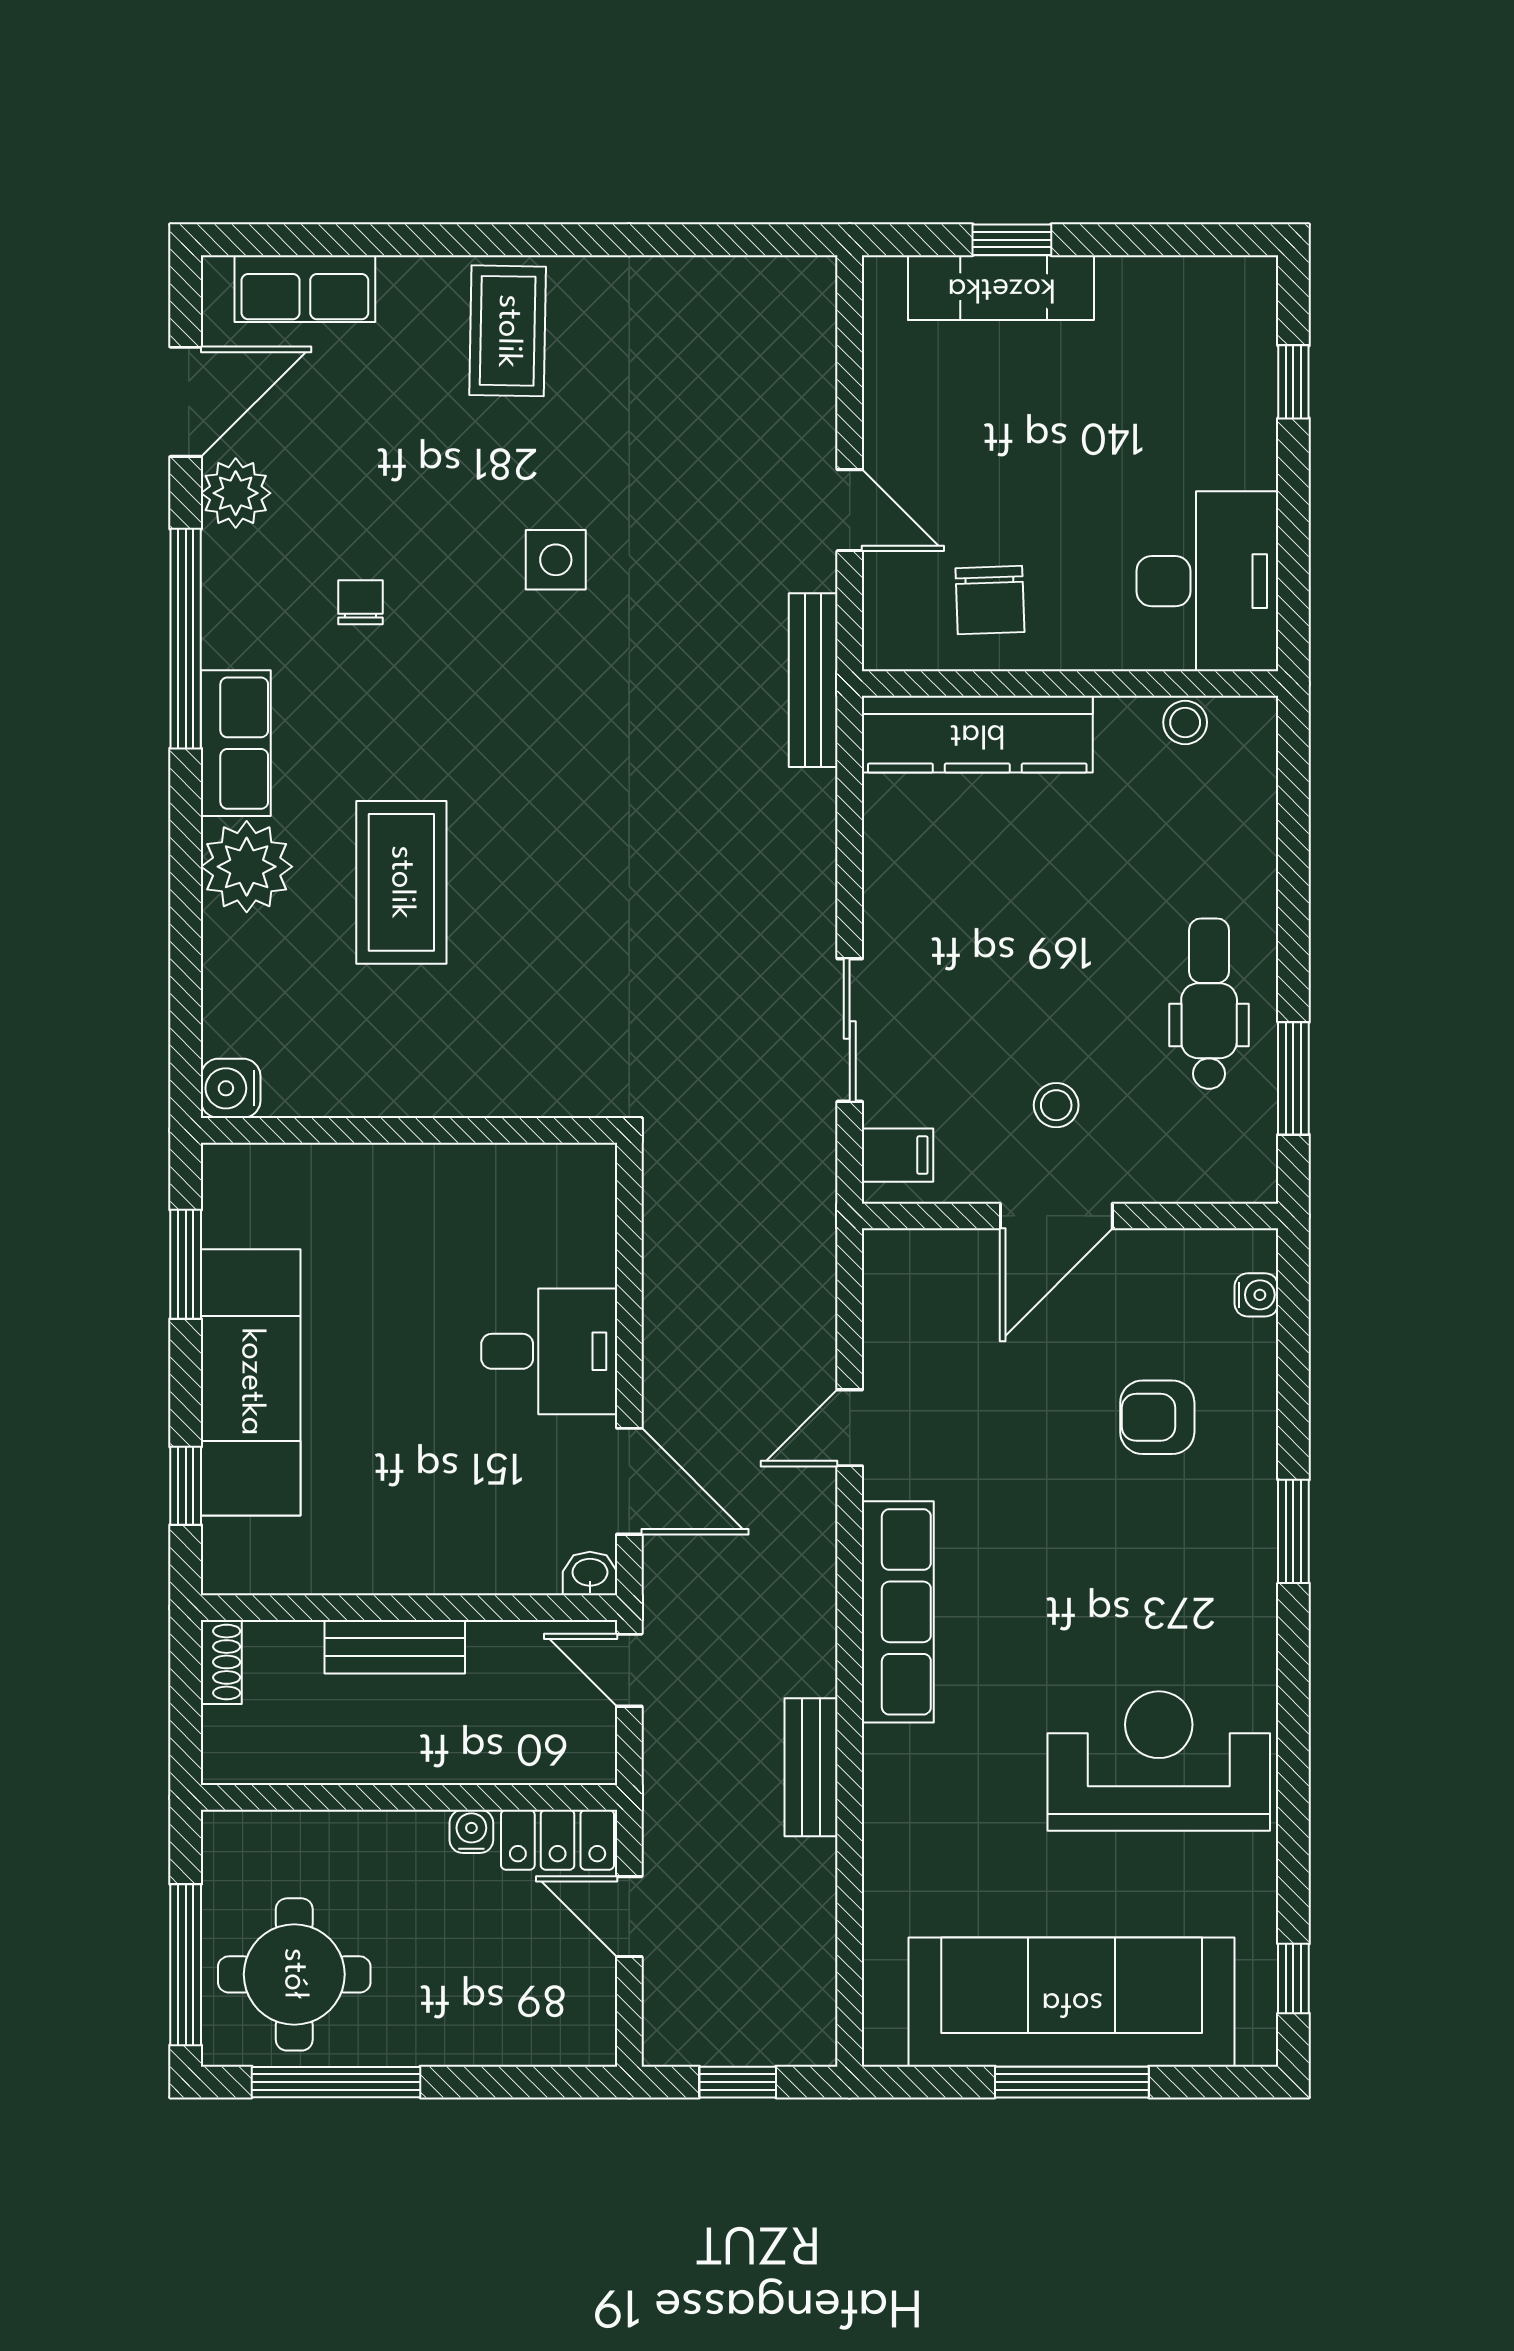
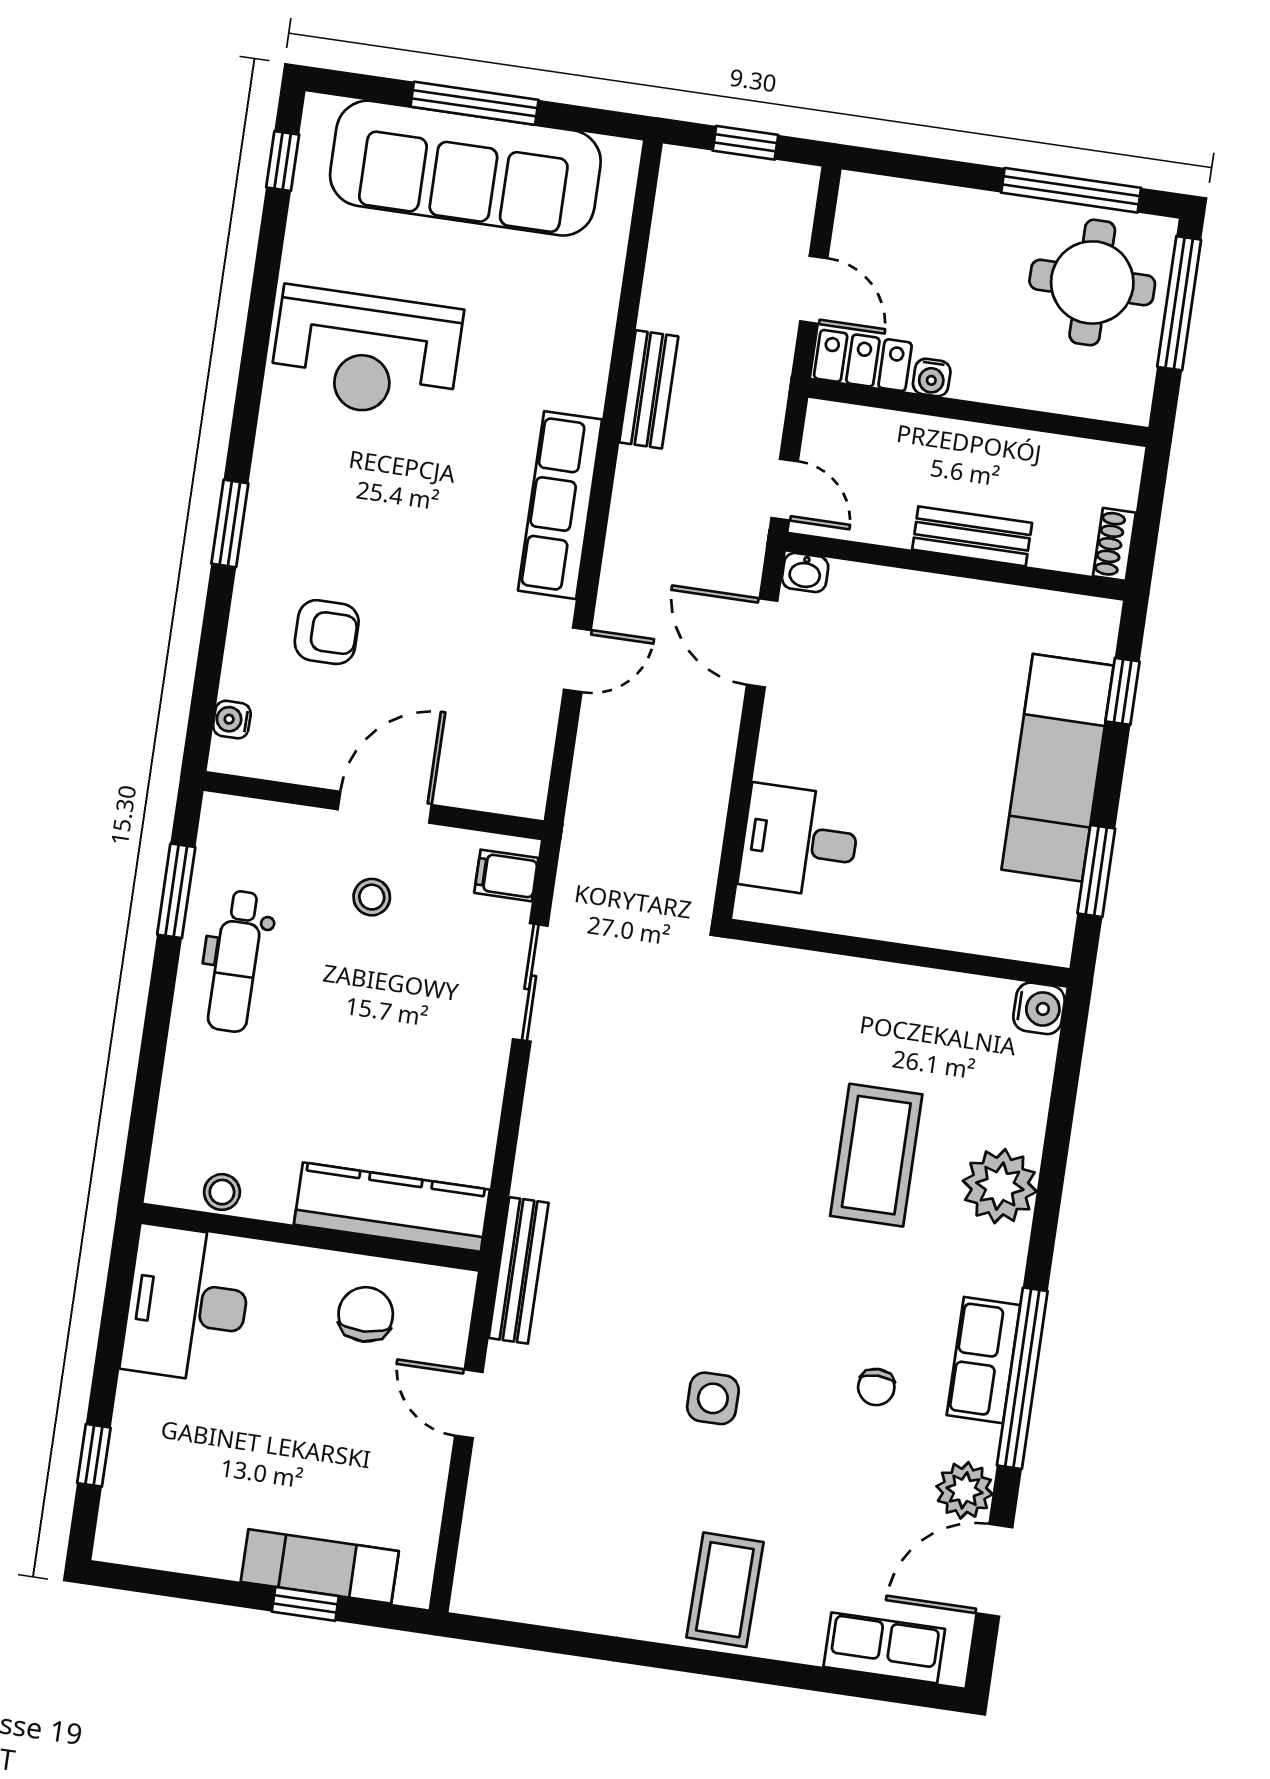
row of seats: (236, 743) -> (983, 1360), moved
desk: (549, 1351) -> (800, 841), moved

